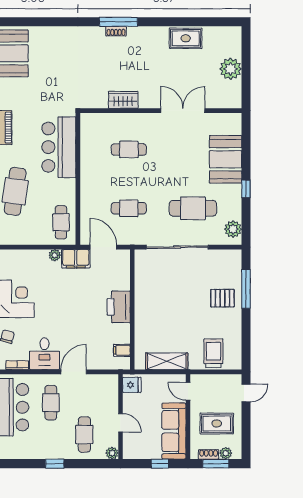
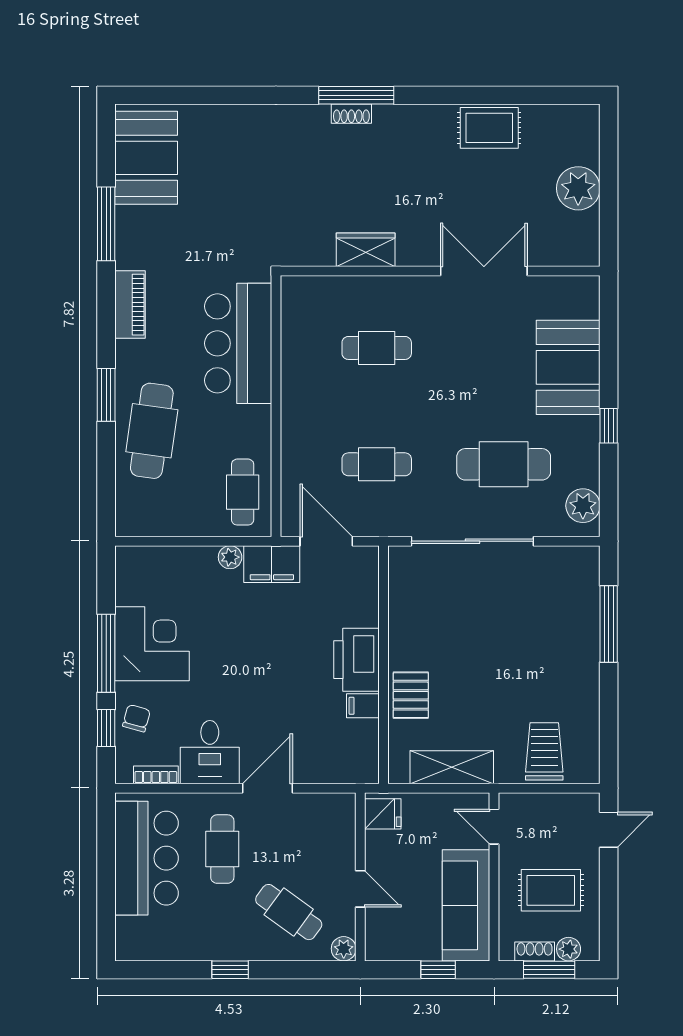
pallet: (222, 298) -> (411, 695), moved, turned 90
filing cabinet: (122, 350) -> (363, 706), moved
cafe table: (84, 434) -> (289, 912), turned -54

